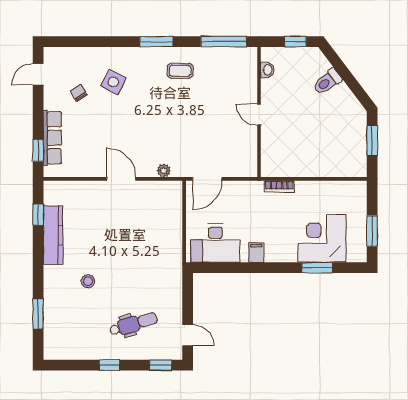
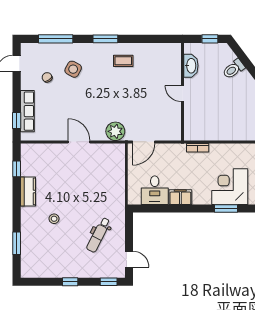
window: (224, 42) -> (56, 39), moved
washbasin: (267, 70) -> (191, 66), width x1.91, depth x1.45
plant: (164, 171) -> (115, 131), width x1.88, depth x1.88
kitchen counter: (53, 235) -> (28, 191), width x0.67
desk: (215, 243) -> (155, 190), width x0.73
filing cabinet: (256, 252) -> (180, 197), width x2.00
dental chair: (133, 324) -> (98, 235), moved, turned 134

